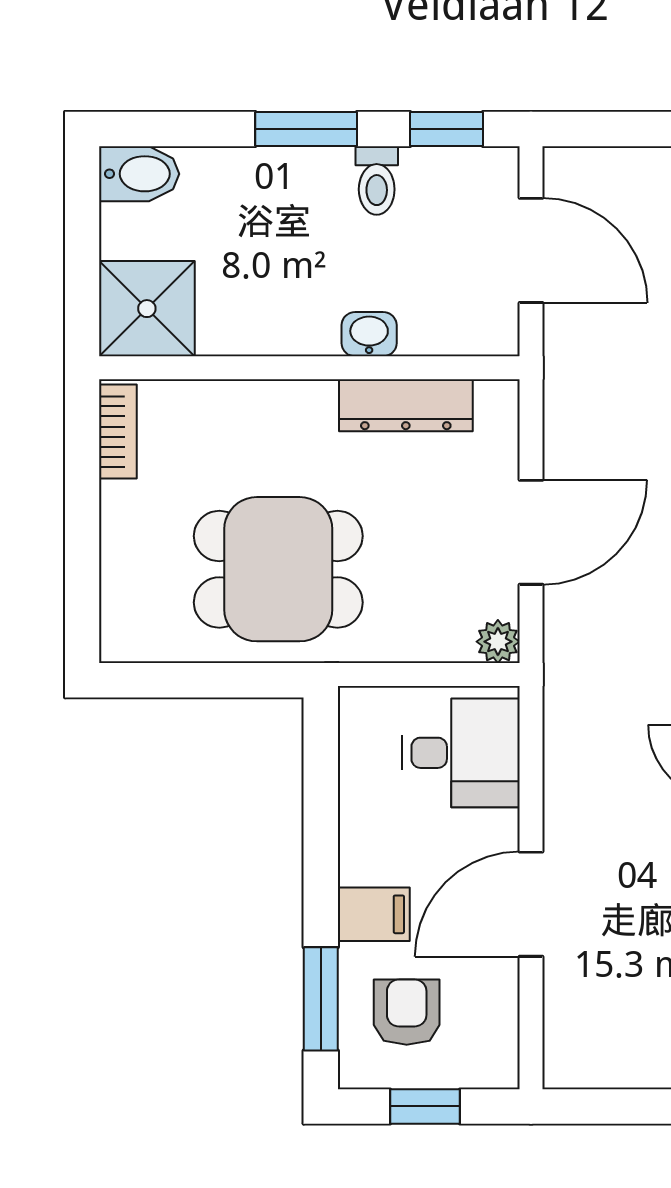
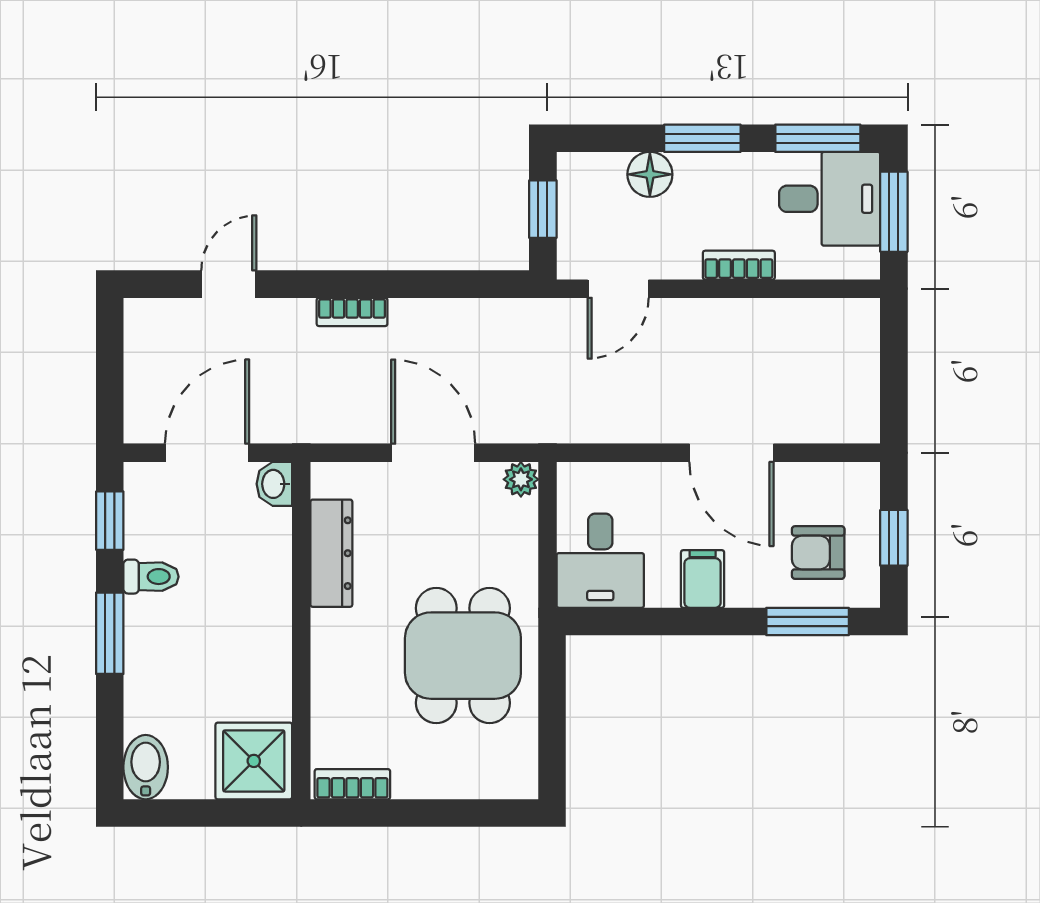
washbasin: (369, 334) -> (274, 484), moved
desk: (461, 753) -> (600, 561), moved, turned 180
filing cabinet: (374, 914) -> (703, 579), moved

